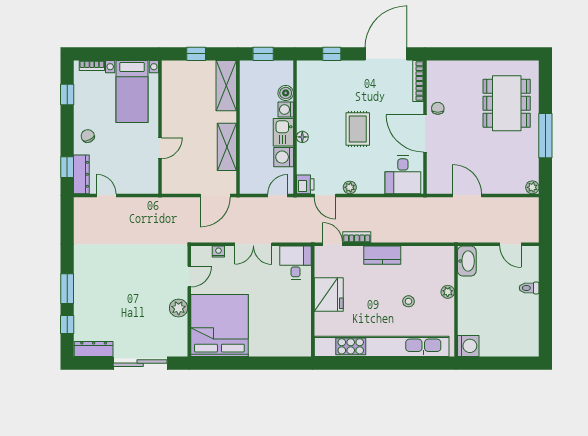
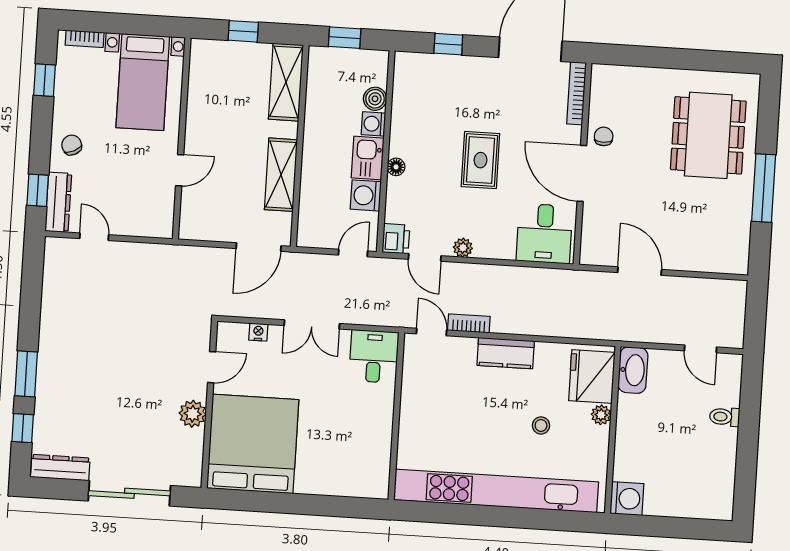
plant: (532, 187) -> (739, 265), removed
fridge: (329, 295) -> (592, 377), moved, turned 180

